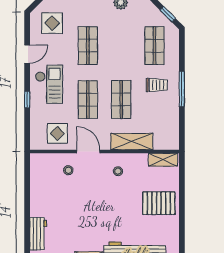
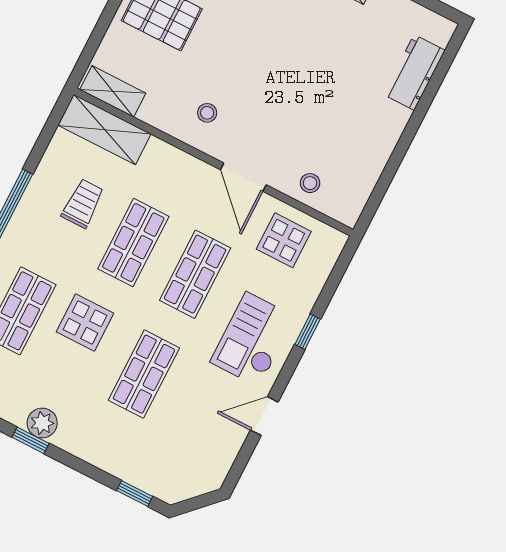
display table: (52, 23) -> (85, 323), moved
trolley: (157, 85) -> (83, 203), moved, turned 90
shelving: (132, 142) -> (105, 130), moved
stool: (68, 170) -> (310, 183), moved

